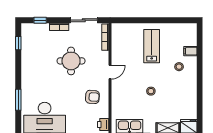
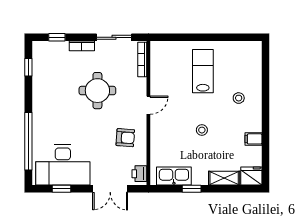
filing cabinet: (190, 51) -> (253, 139), moved
window: (18, 100) -> (28, 141), width x2.11

